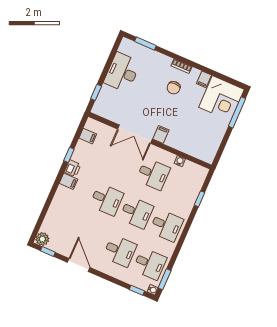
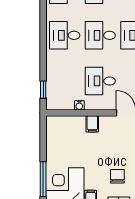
filing cabinet: (161, 135) -> (92, 124), moved
window: (199, 199) -> (43, 90), moved

